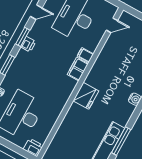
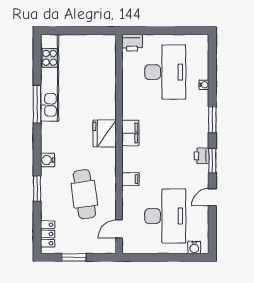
cafe table: (122, 62) -> (84, 194), added
filing cabinet: (78, 69) -> (130, 133), moved

